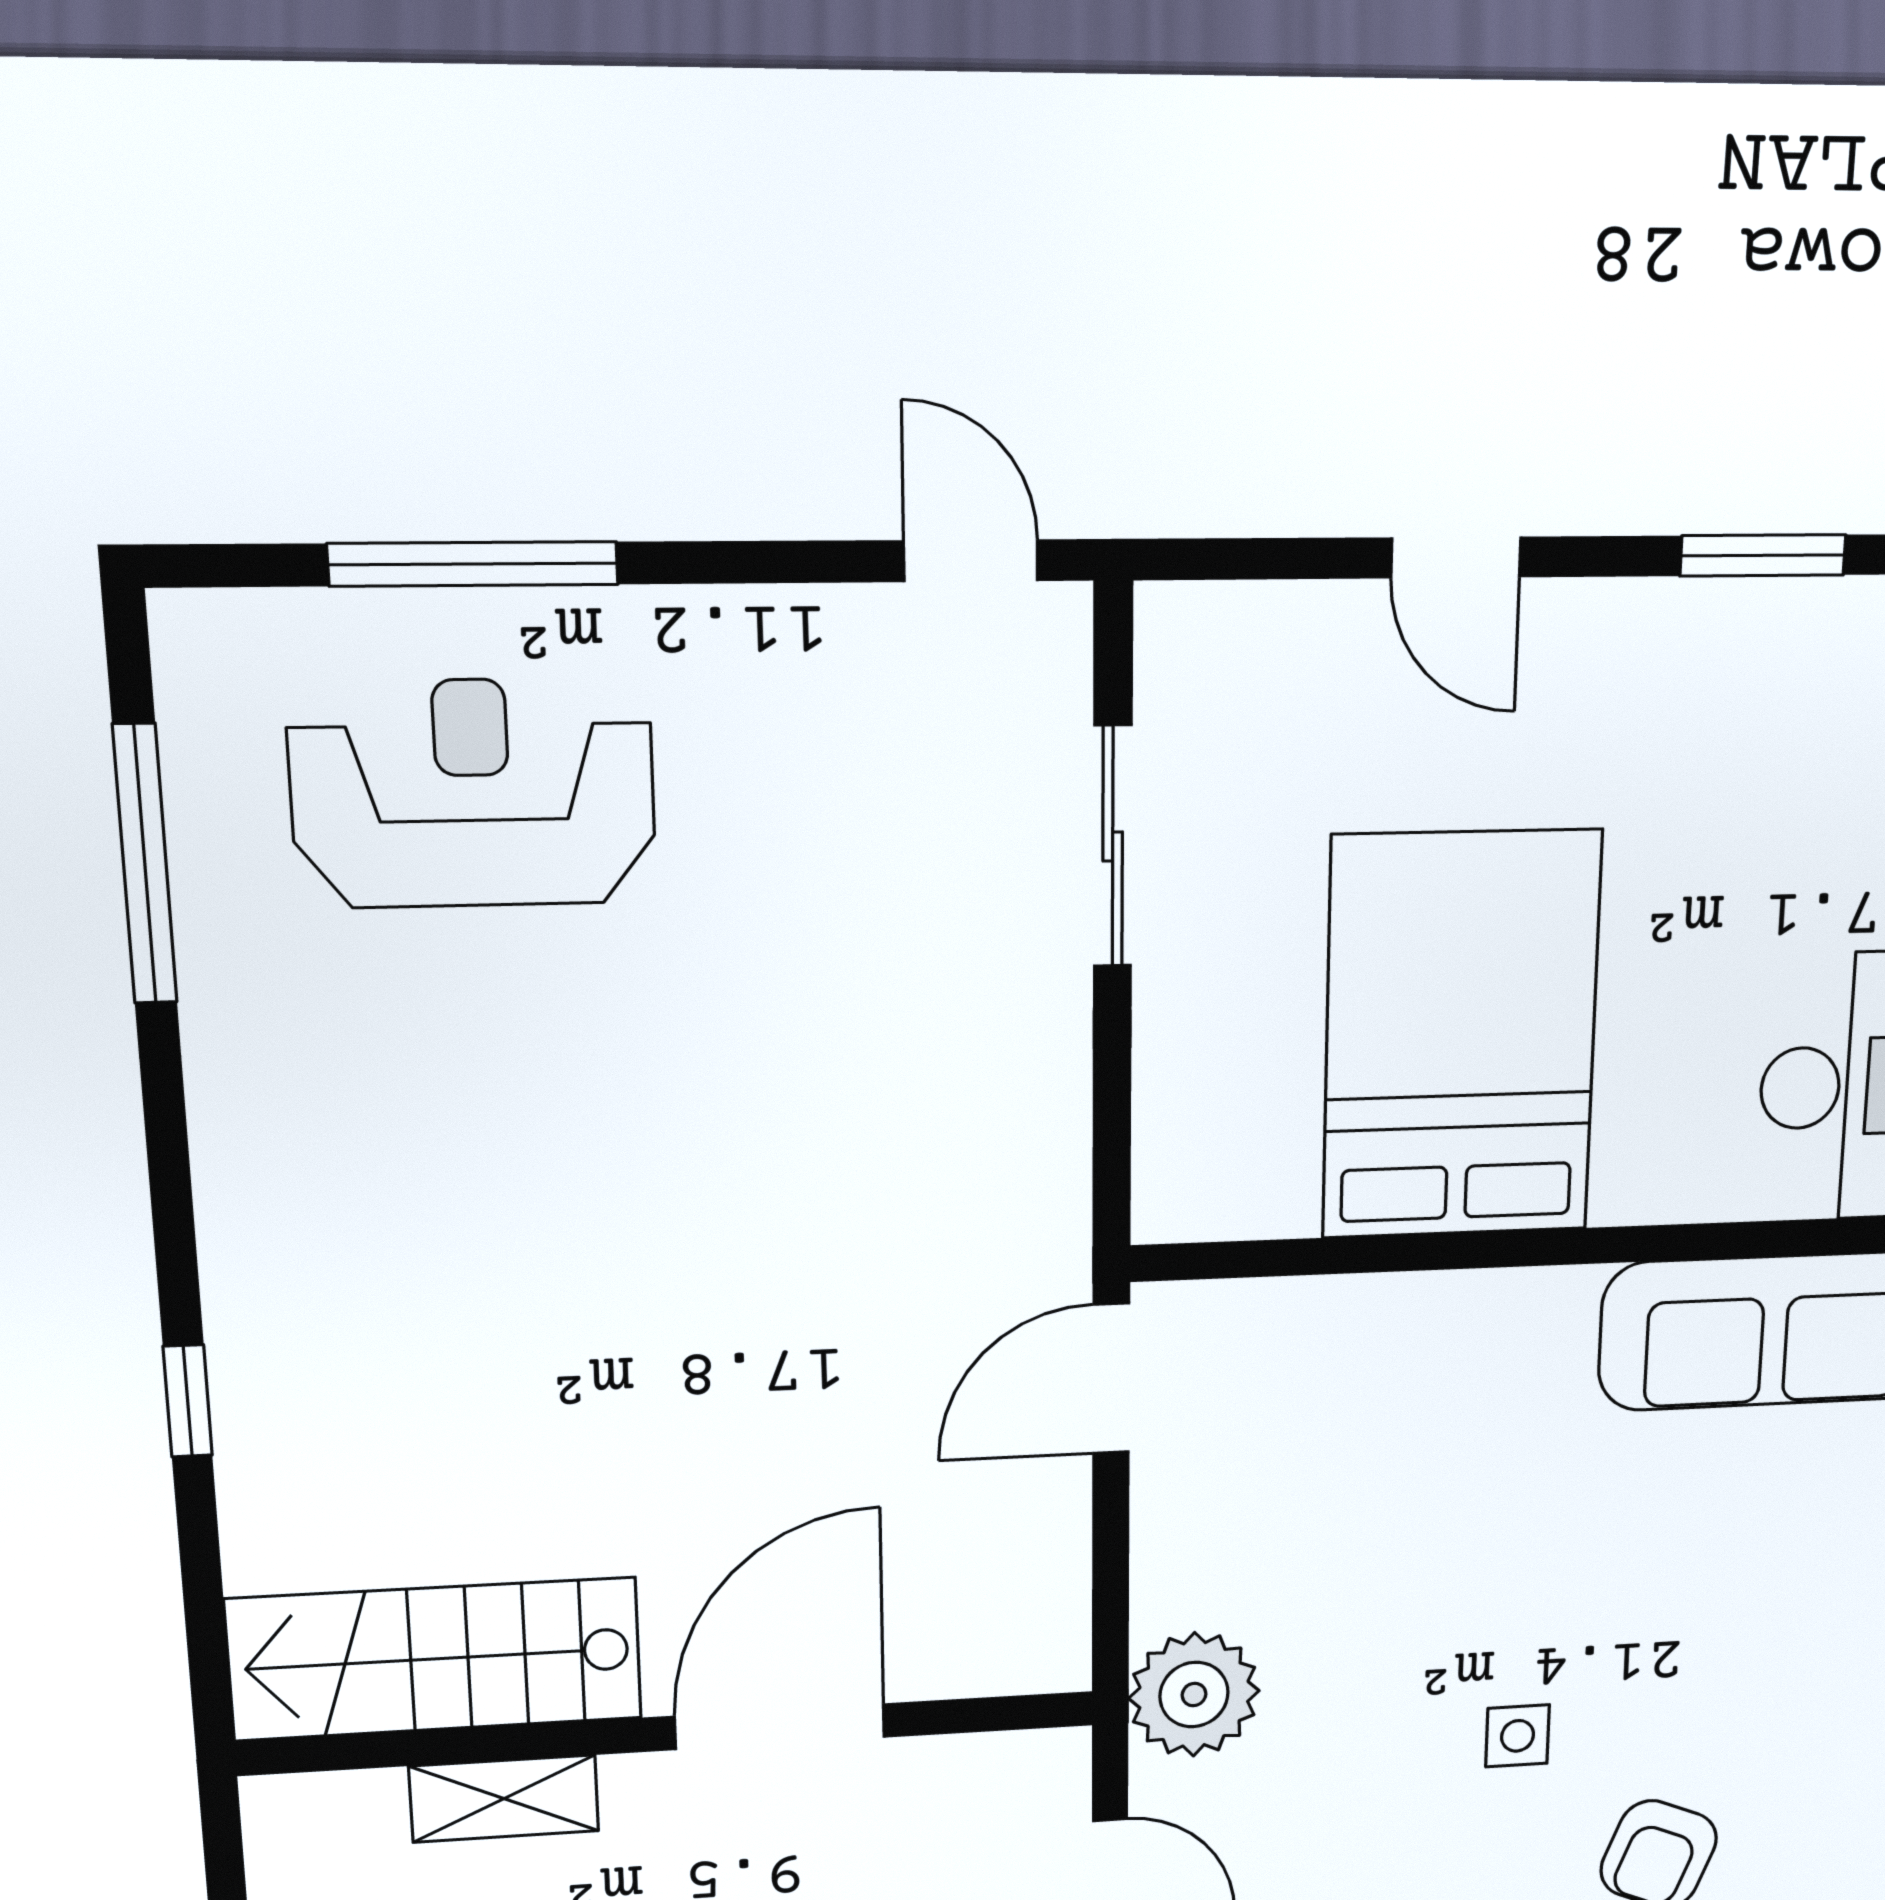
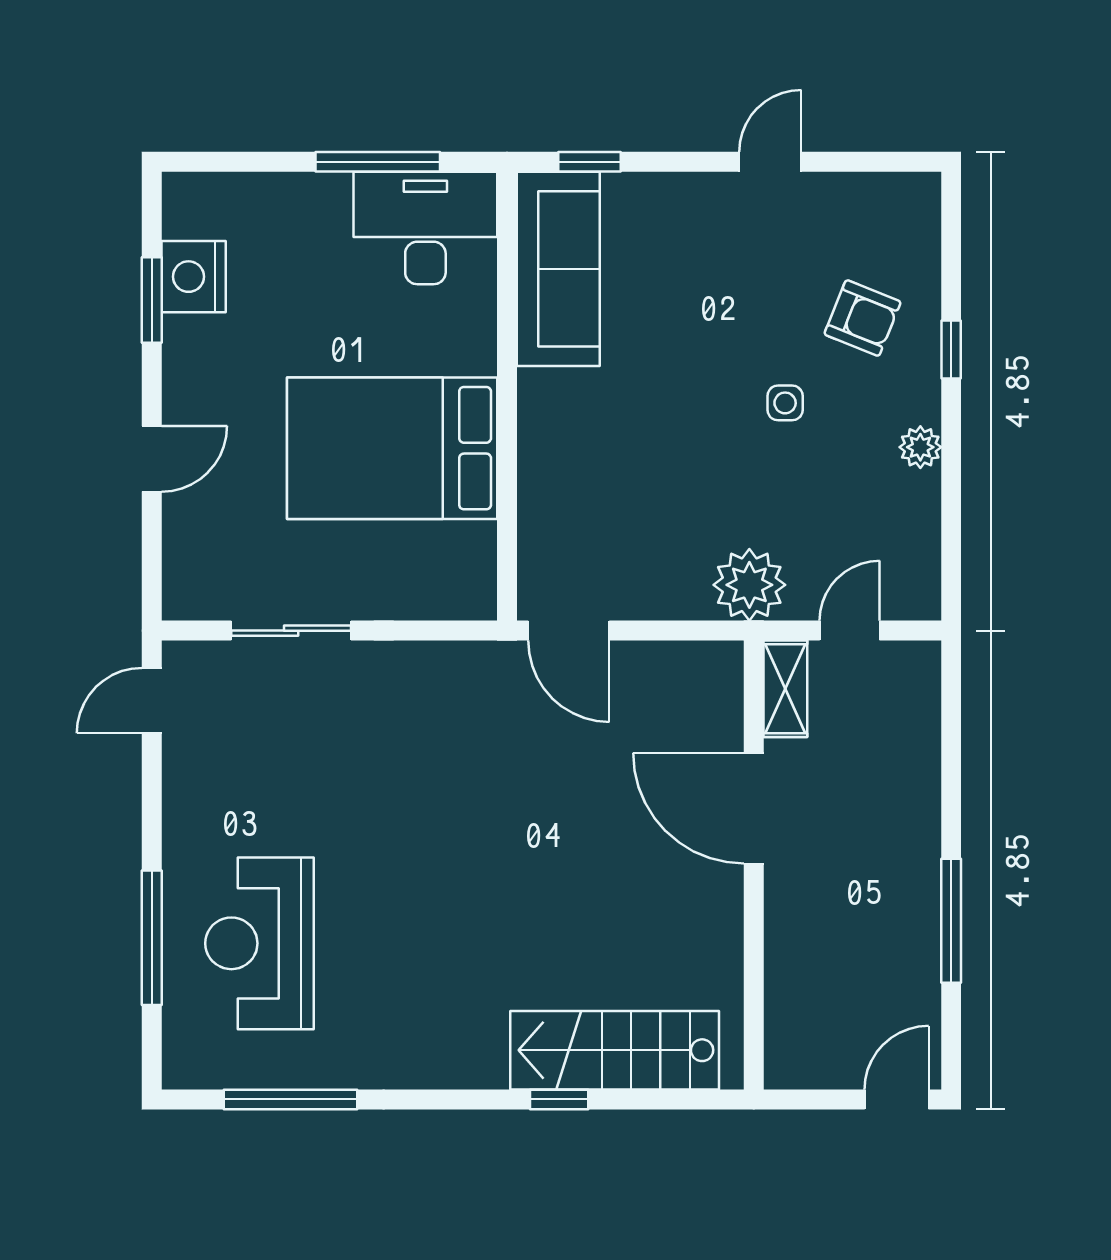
nightstand: (1802, 640) -> (194, 277), added
stairs: (435, 1659) -> (615, 1050), moved, turned 90
shelving: (504, 1799) -> (785, 689), moved

